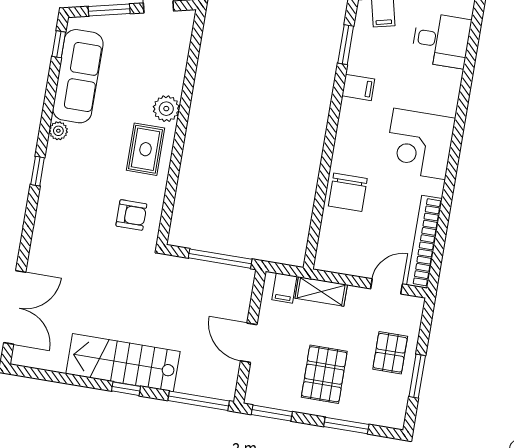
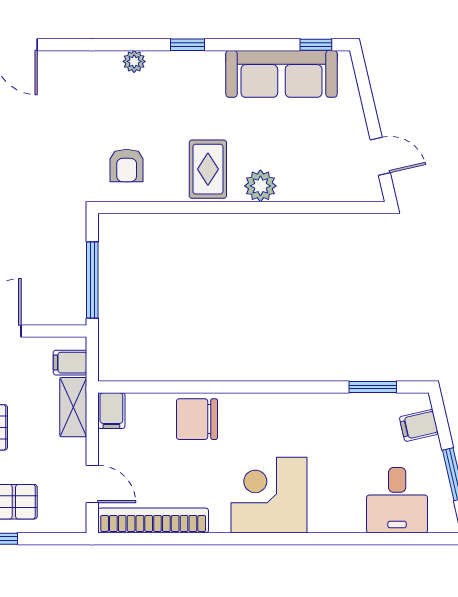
window: (109, 10) -> (367, 98), removed
filing cabinet: (358, 87) -> (111, 411), moved
plant: (58, 131) -> (134, 61), moved
rug: (146, 149) -> (208, 169), turned 90
window: (38, 171) -> (188, 45), moved

